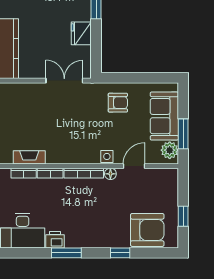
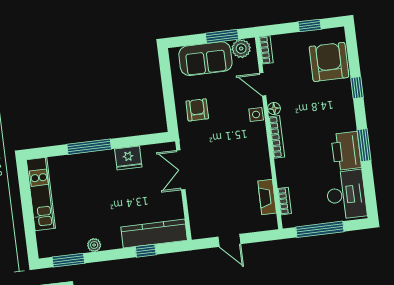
bookcase: (50, 173) -> (266, 50), moved
printer: (55, 240) -> (346, 151), width x1.87, depth x1.48

